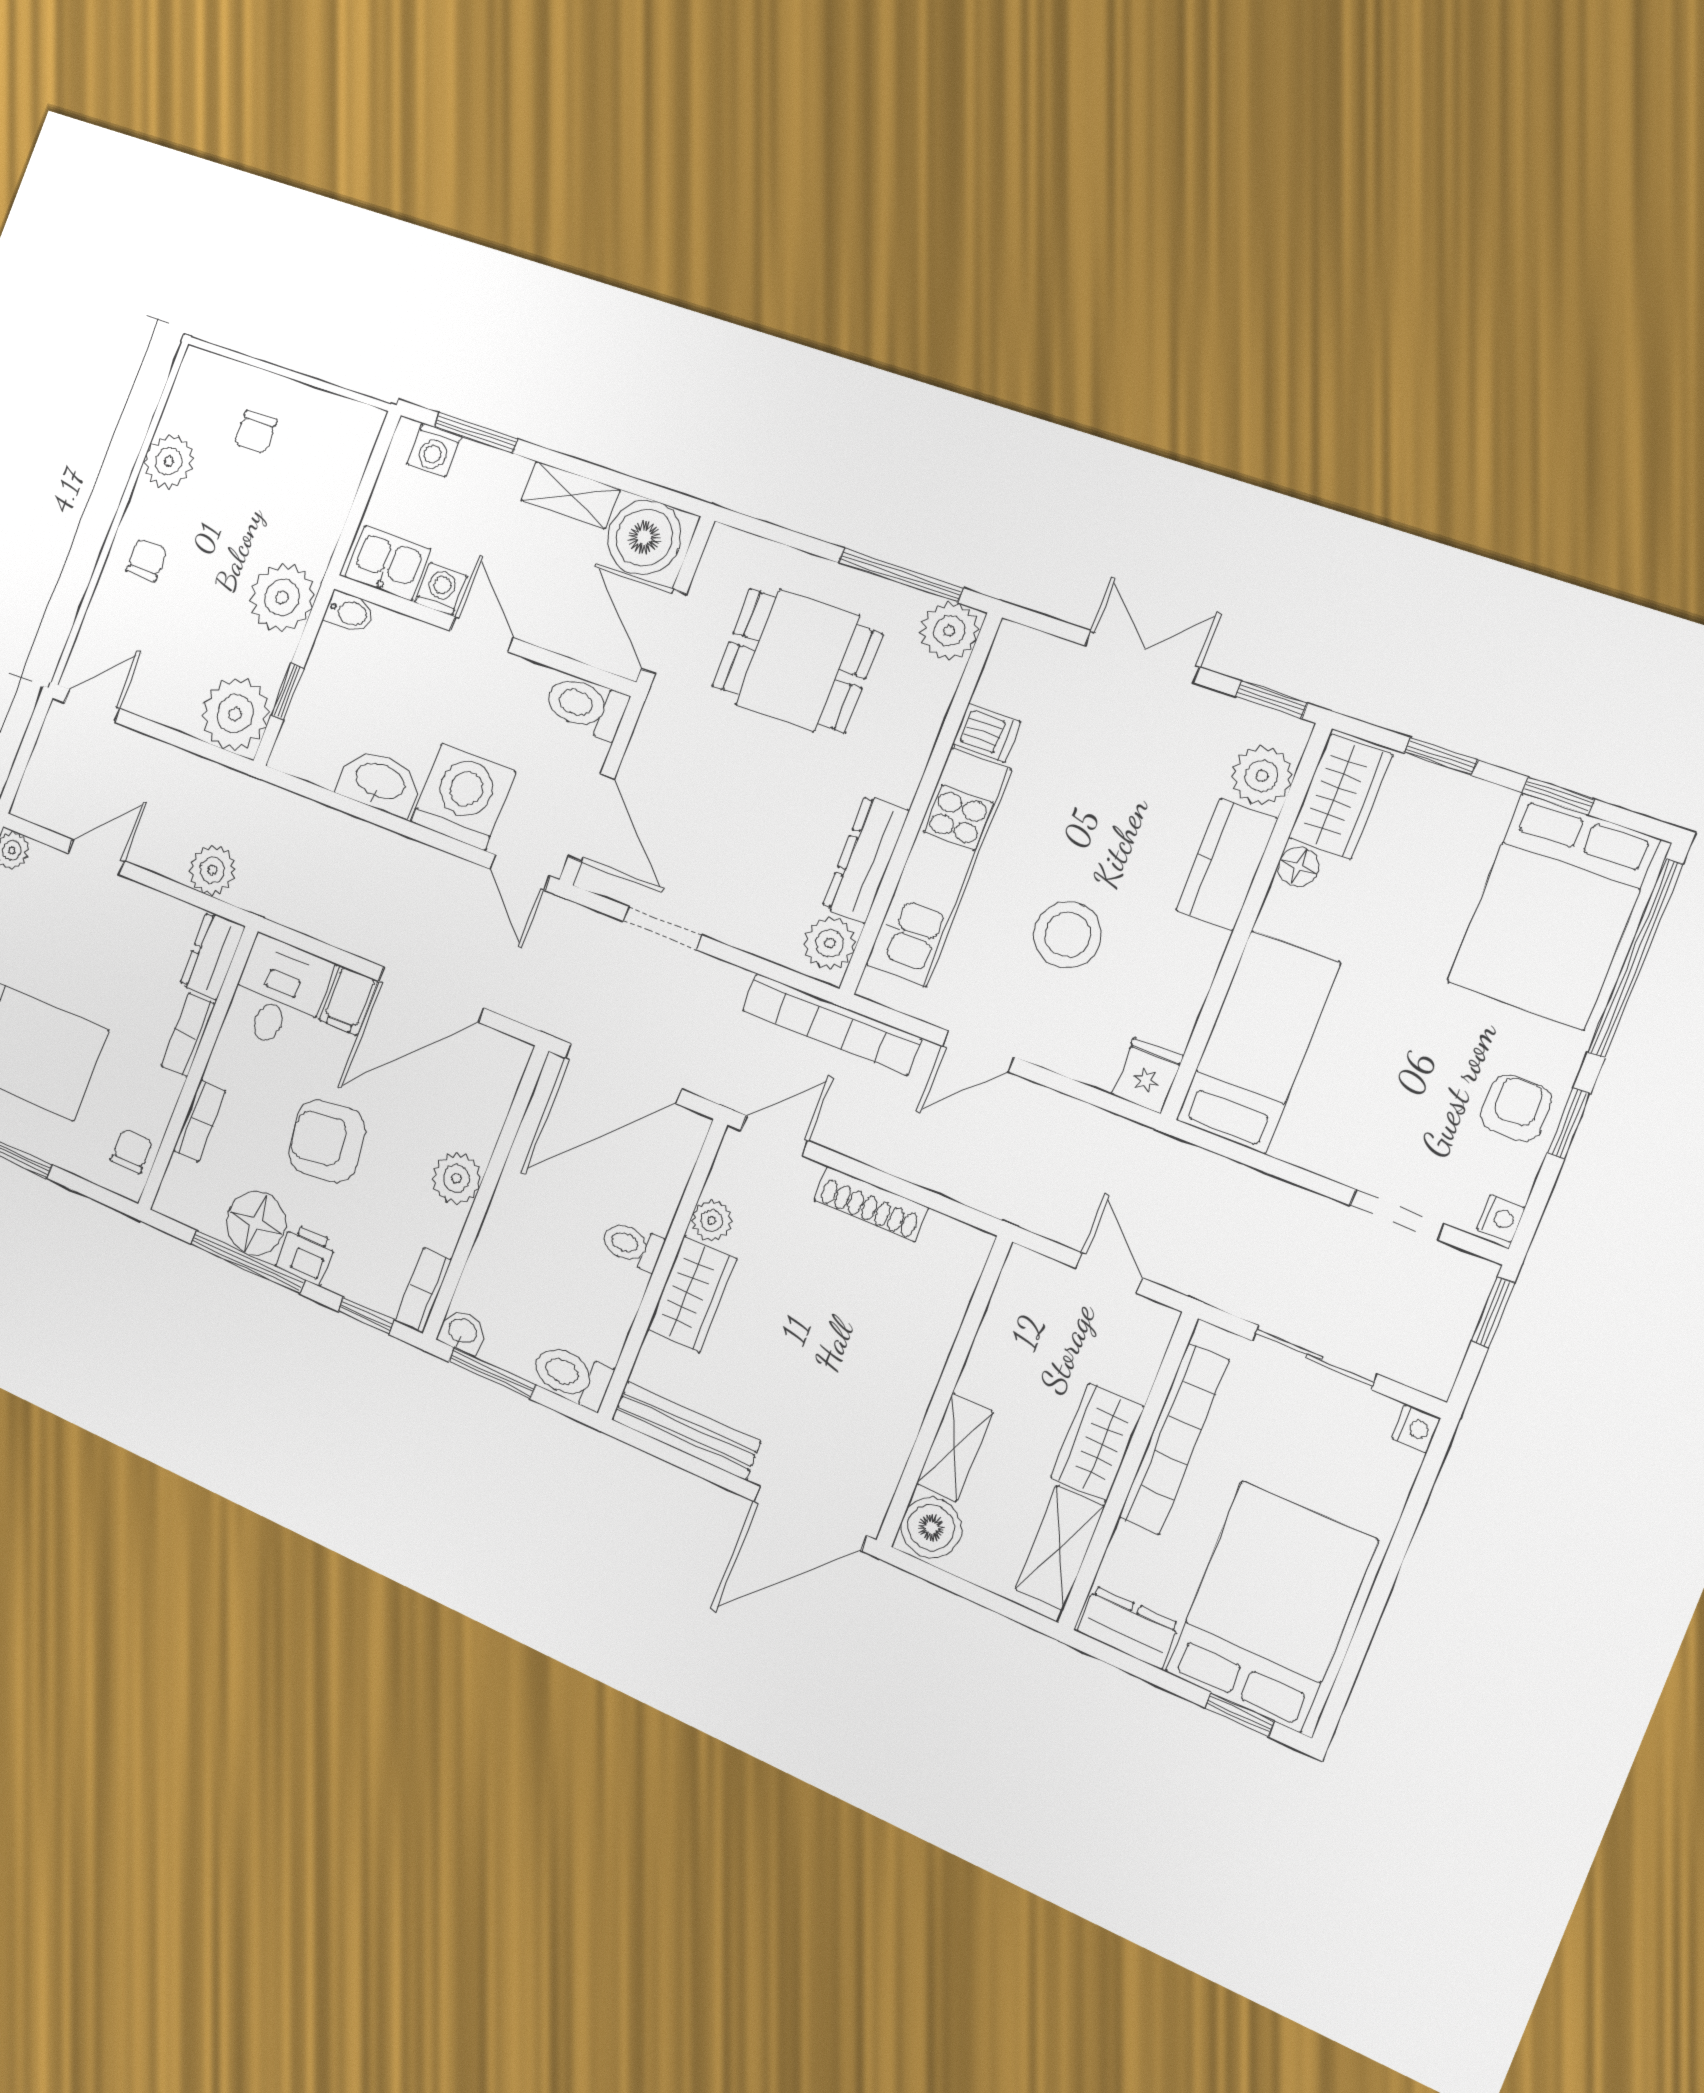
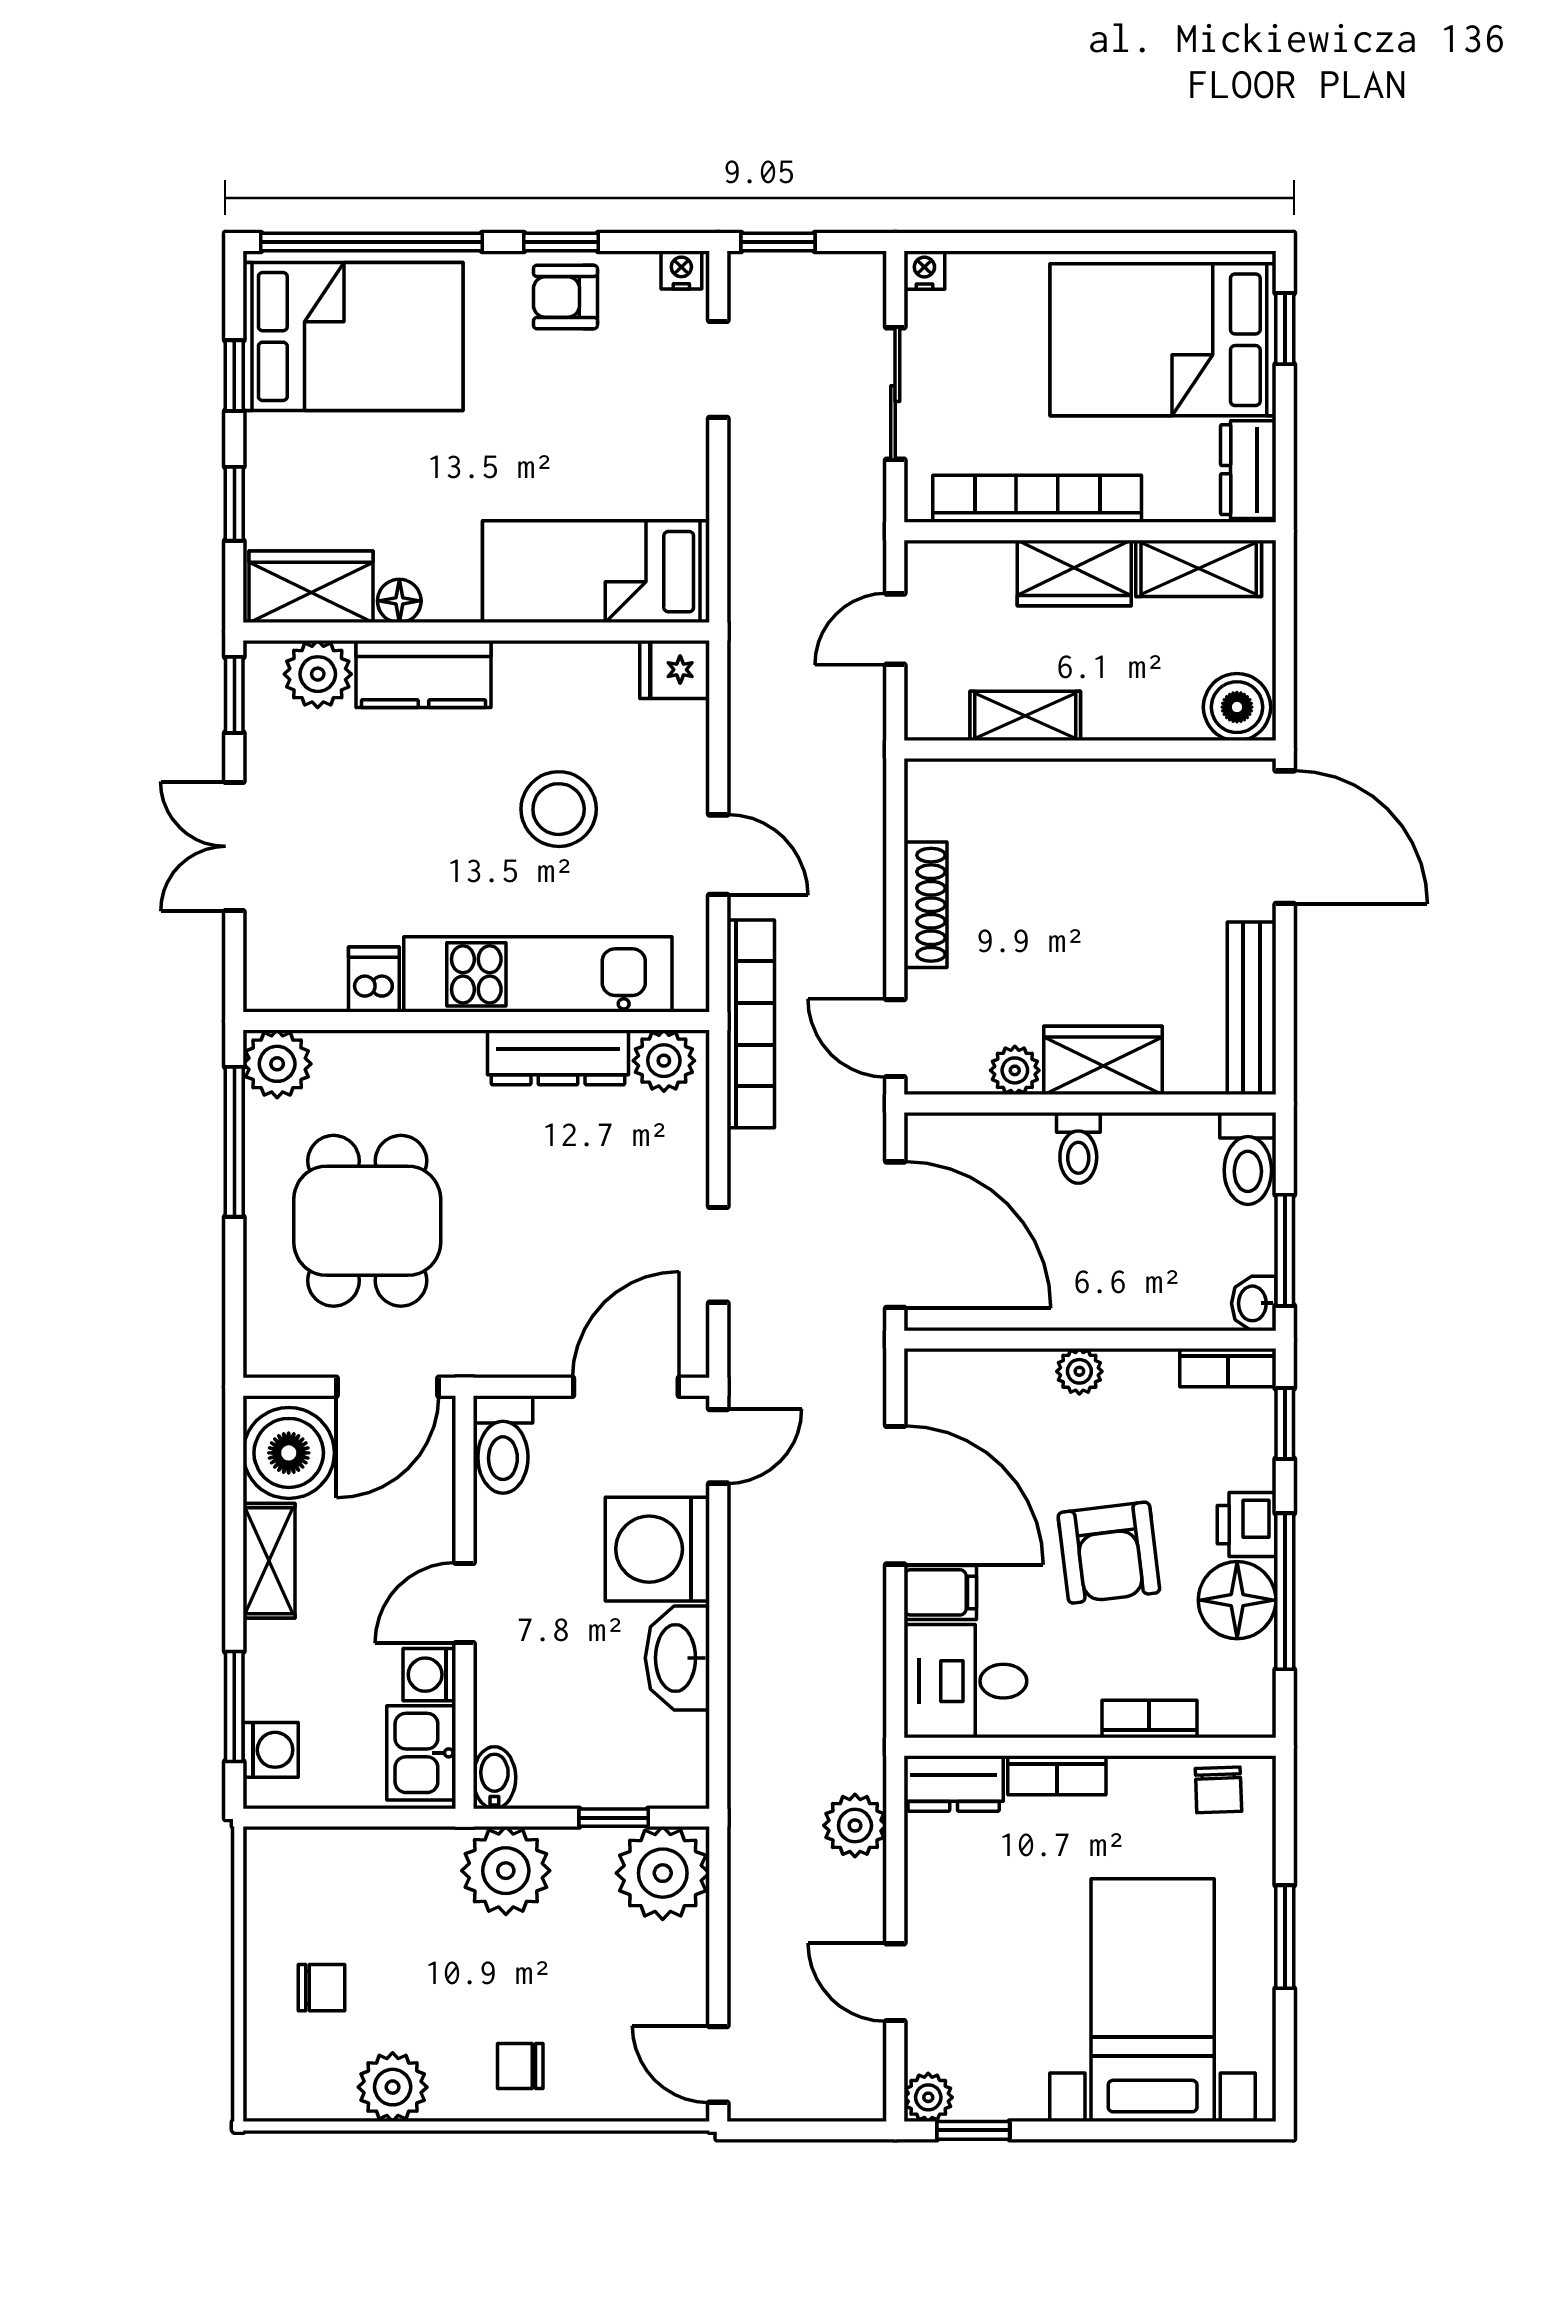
chair: (132, 1151) -> (1218, 1790), turned -92
plant: (457, 1178) -> (1079, 1371), width x0.73, depth x0.73
shelving: (954, 1448) -> (1025, 716), moved

